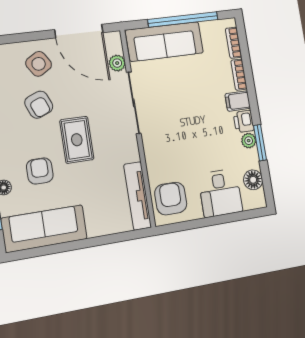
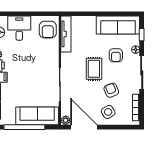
plant: (117, 63) -> (66, 120), moved

